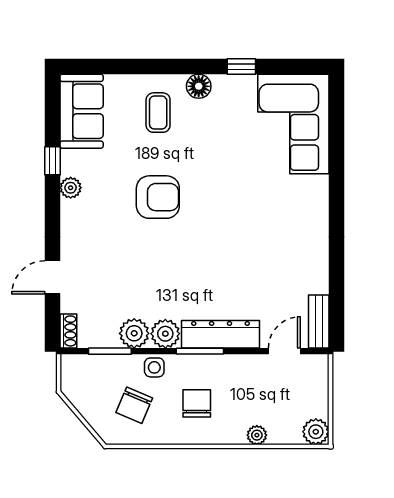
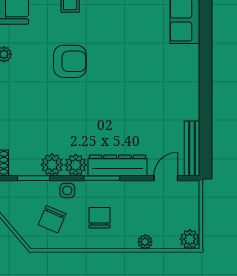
bench: (319, 321) -> (192, 148), width x1.36

